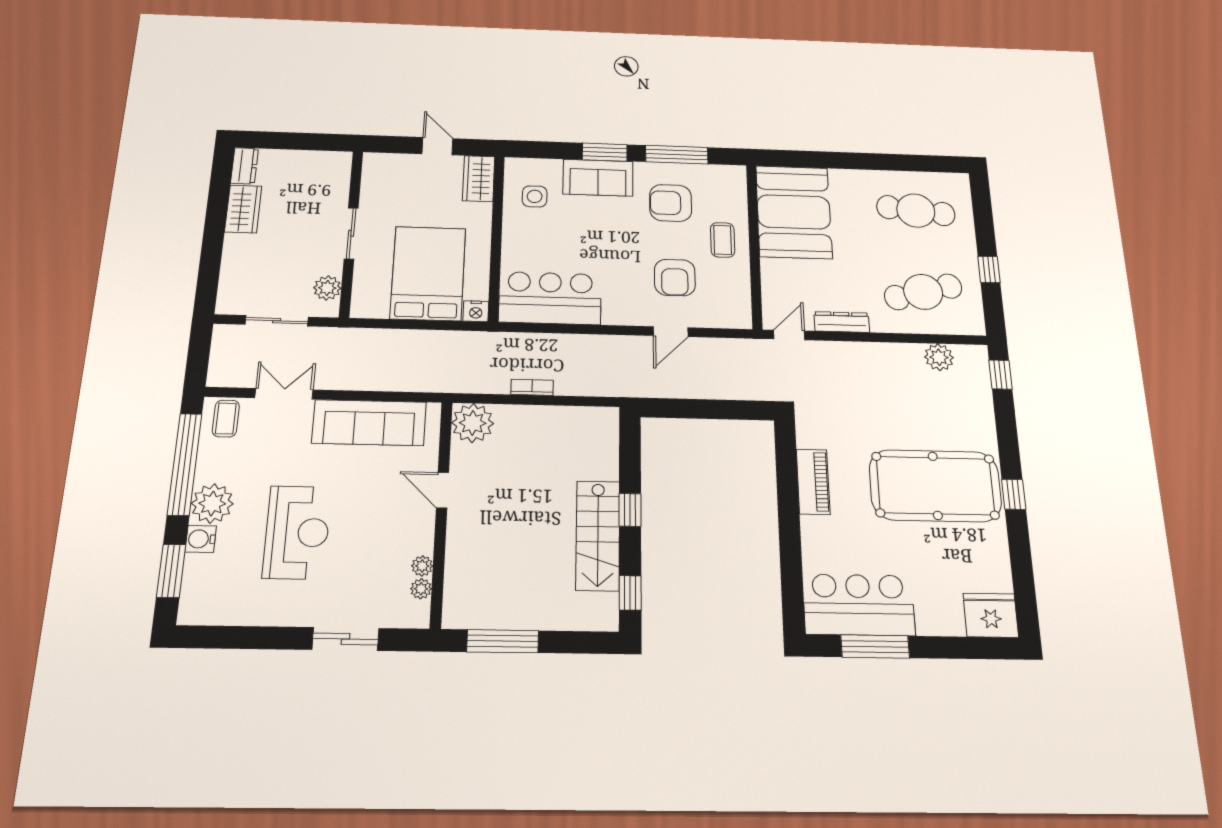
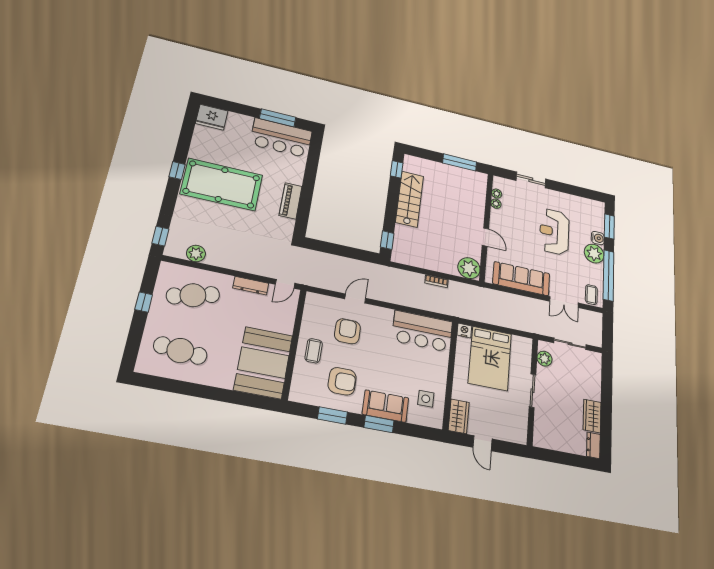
window: (677, 155) -> (332, 415), width x0.69
window: (630, 510) -> (387, 240), moved

